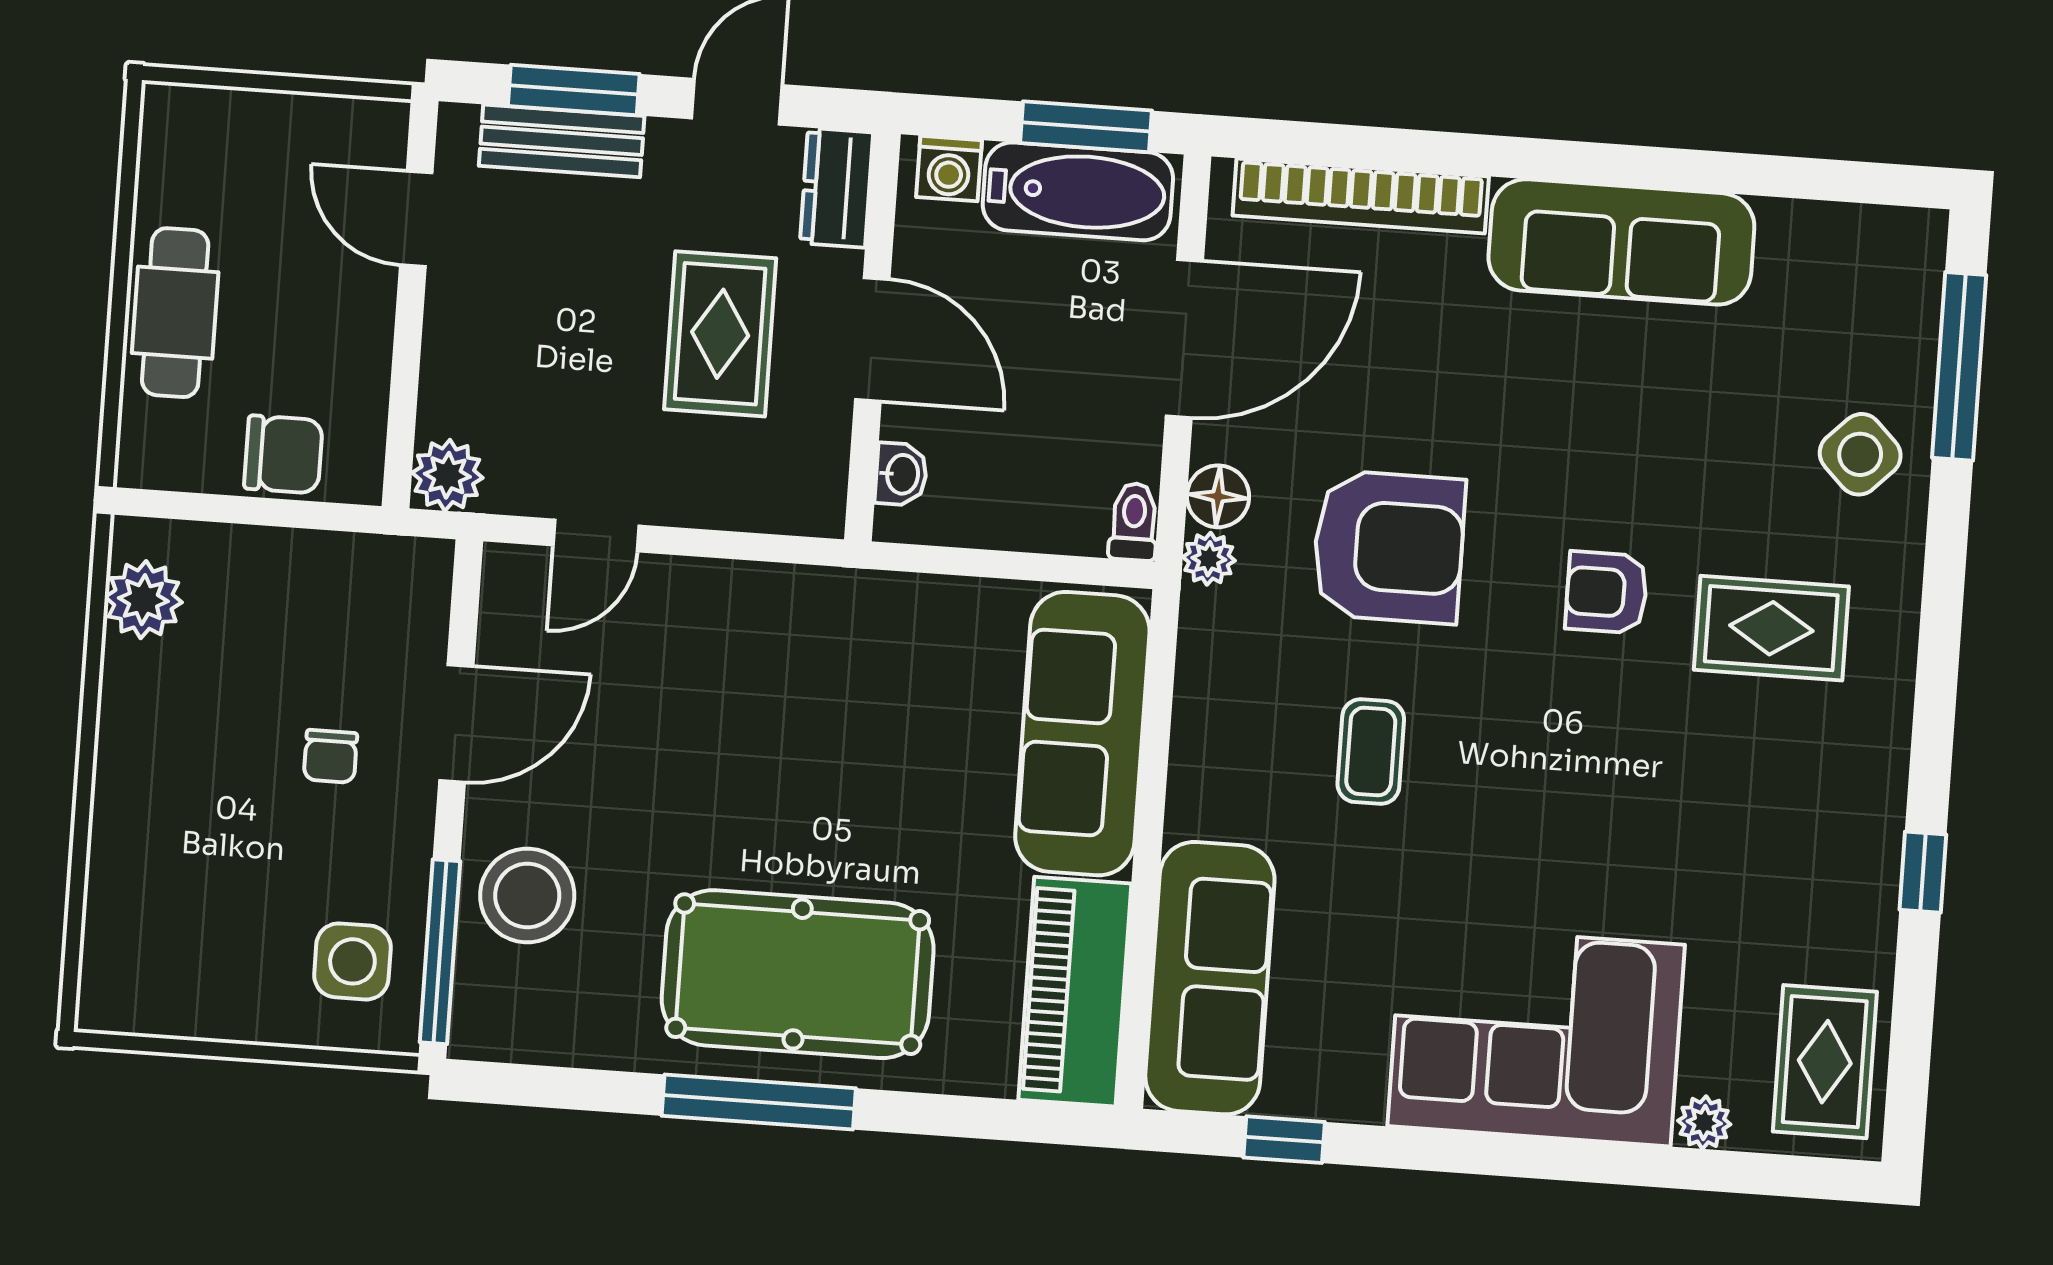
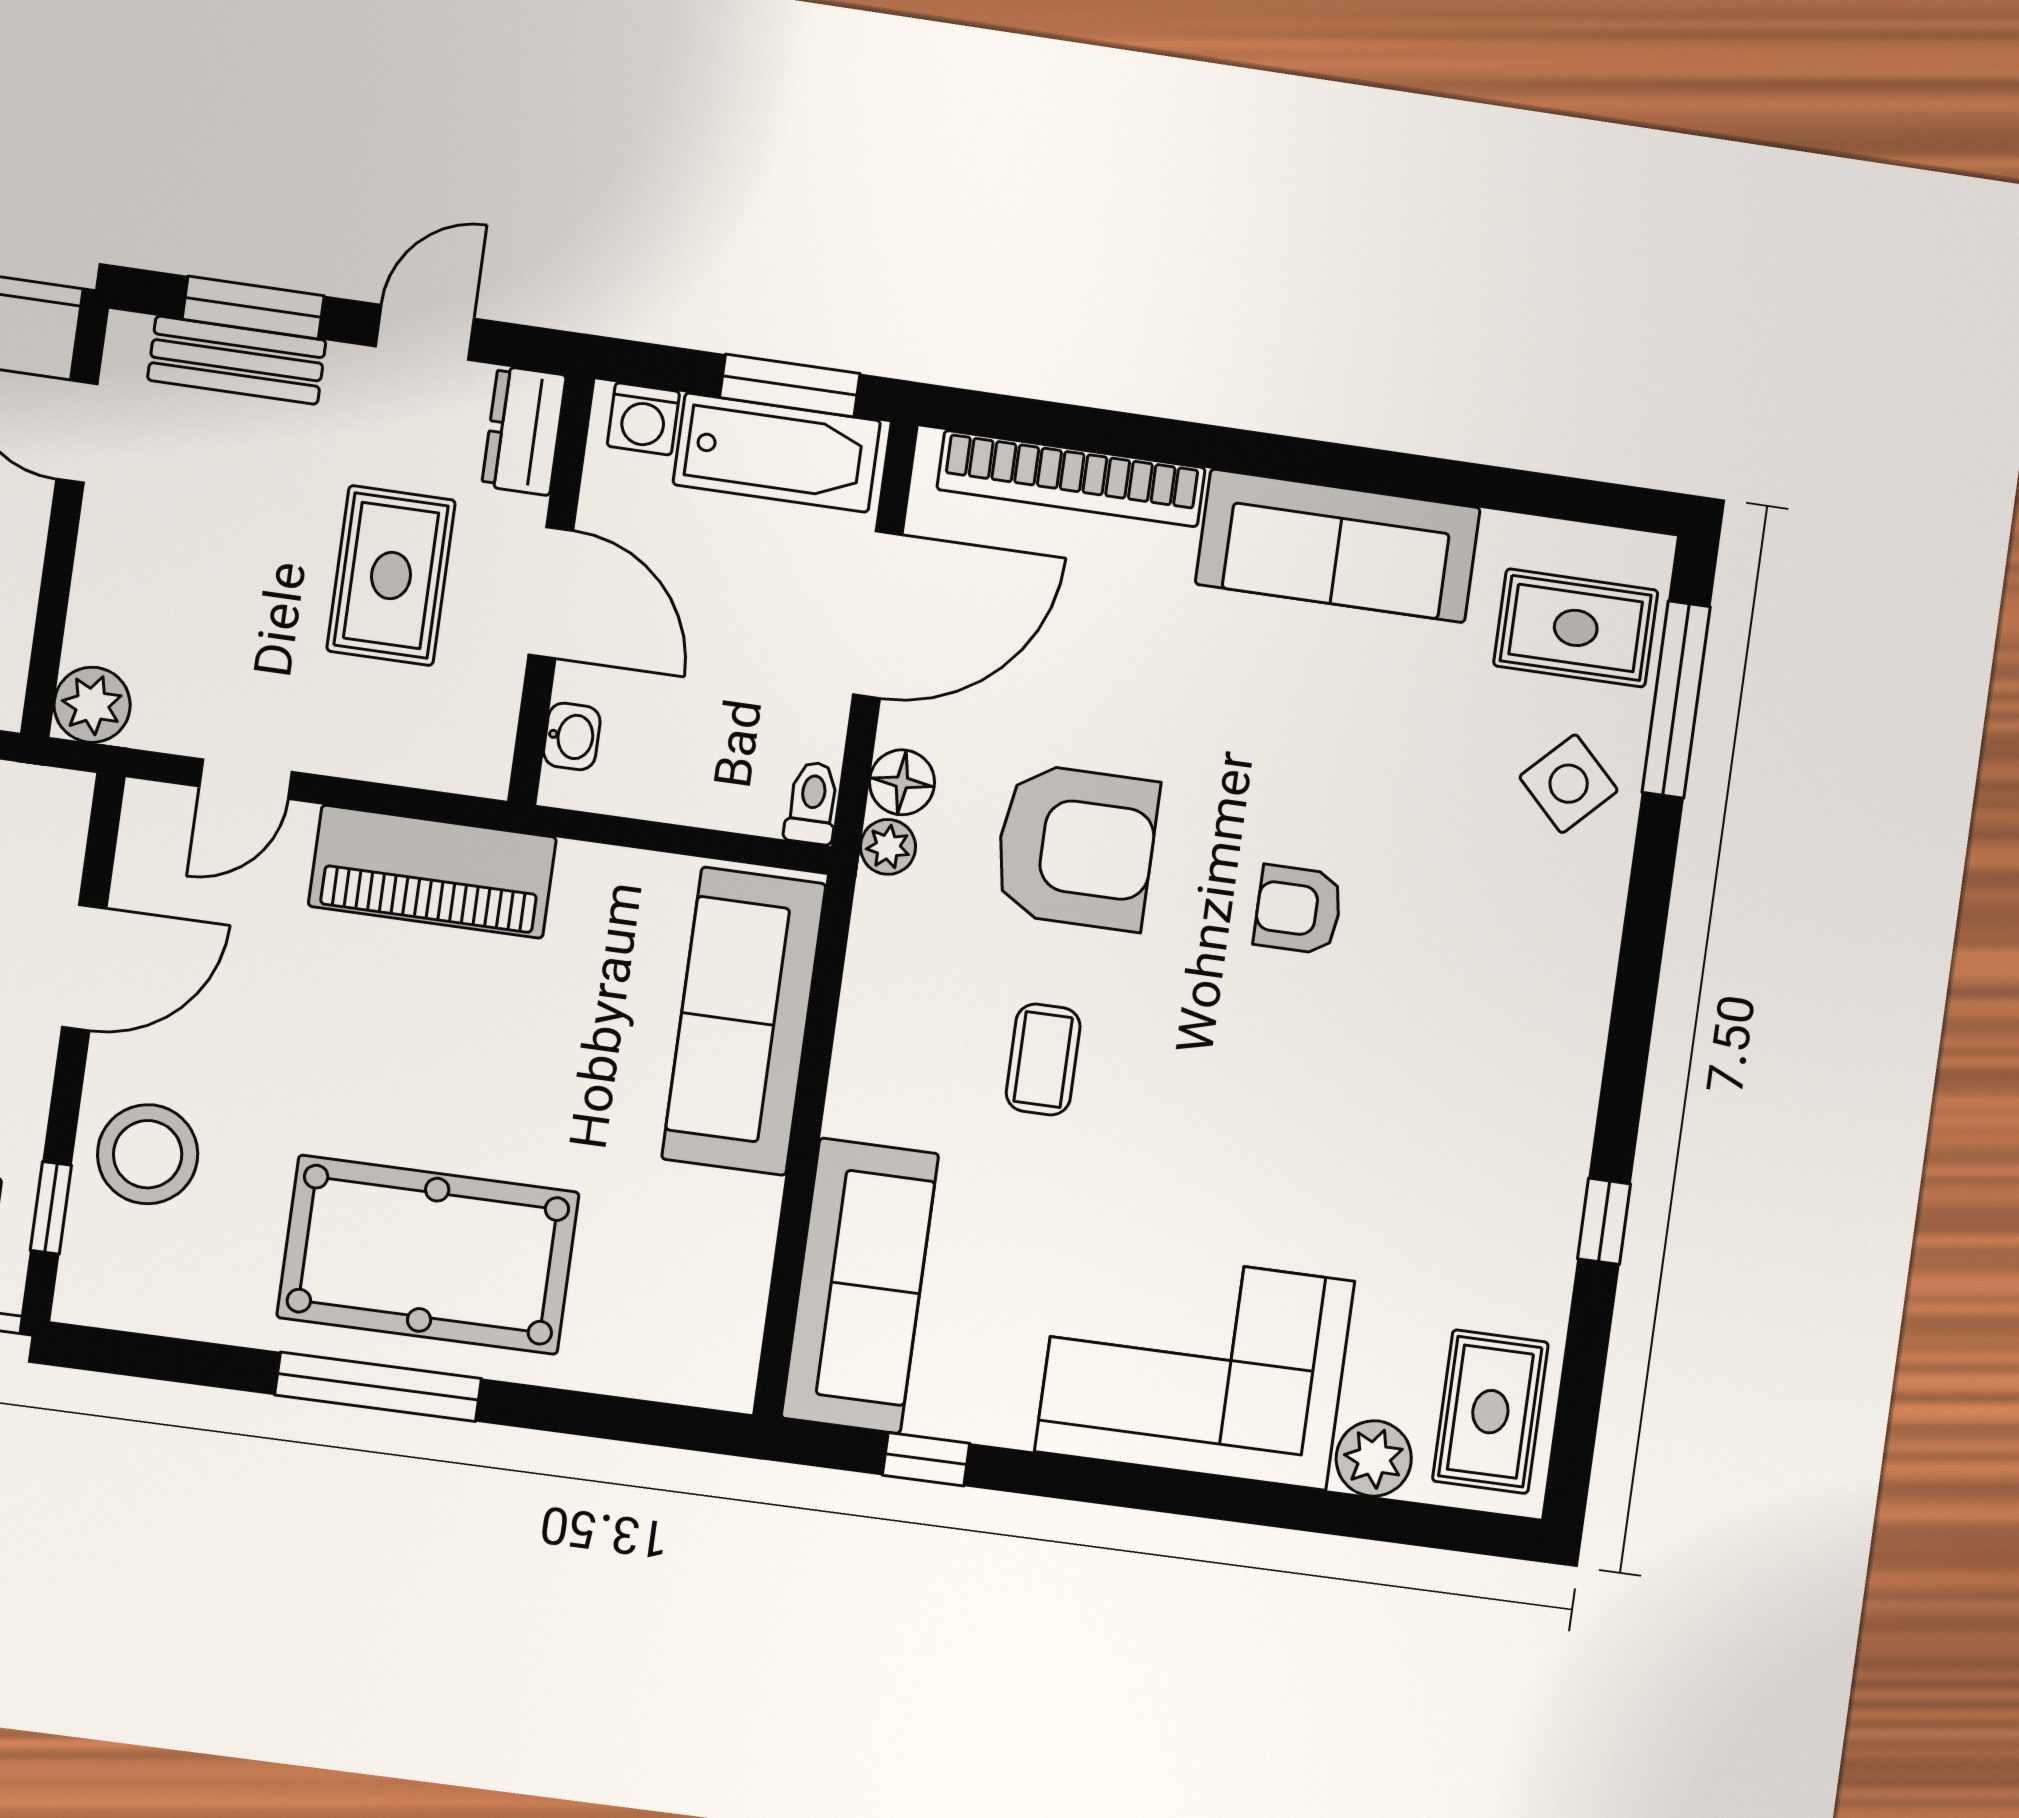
rug: (1771, 628) -> (1576, 628), moved
window: (440, 952) -> (51, 1208), width x0.46
piano: (1075, 992) -> (432, 872), moved, turned -90
plant: (1704, 1122) -> (1374, 1458), width x1.38, depth x1.38

